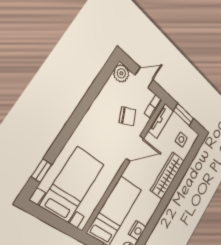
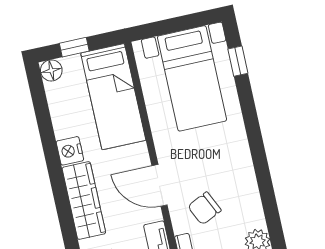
door: (135, 148) -> (160, 185), hinge flipped
nightstand: (137, 231) -> (70, 151), moved

